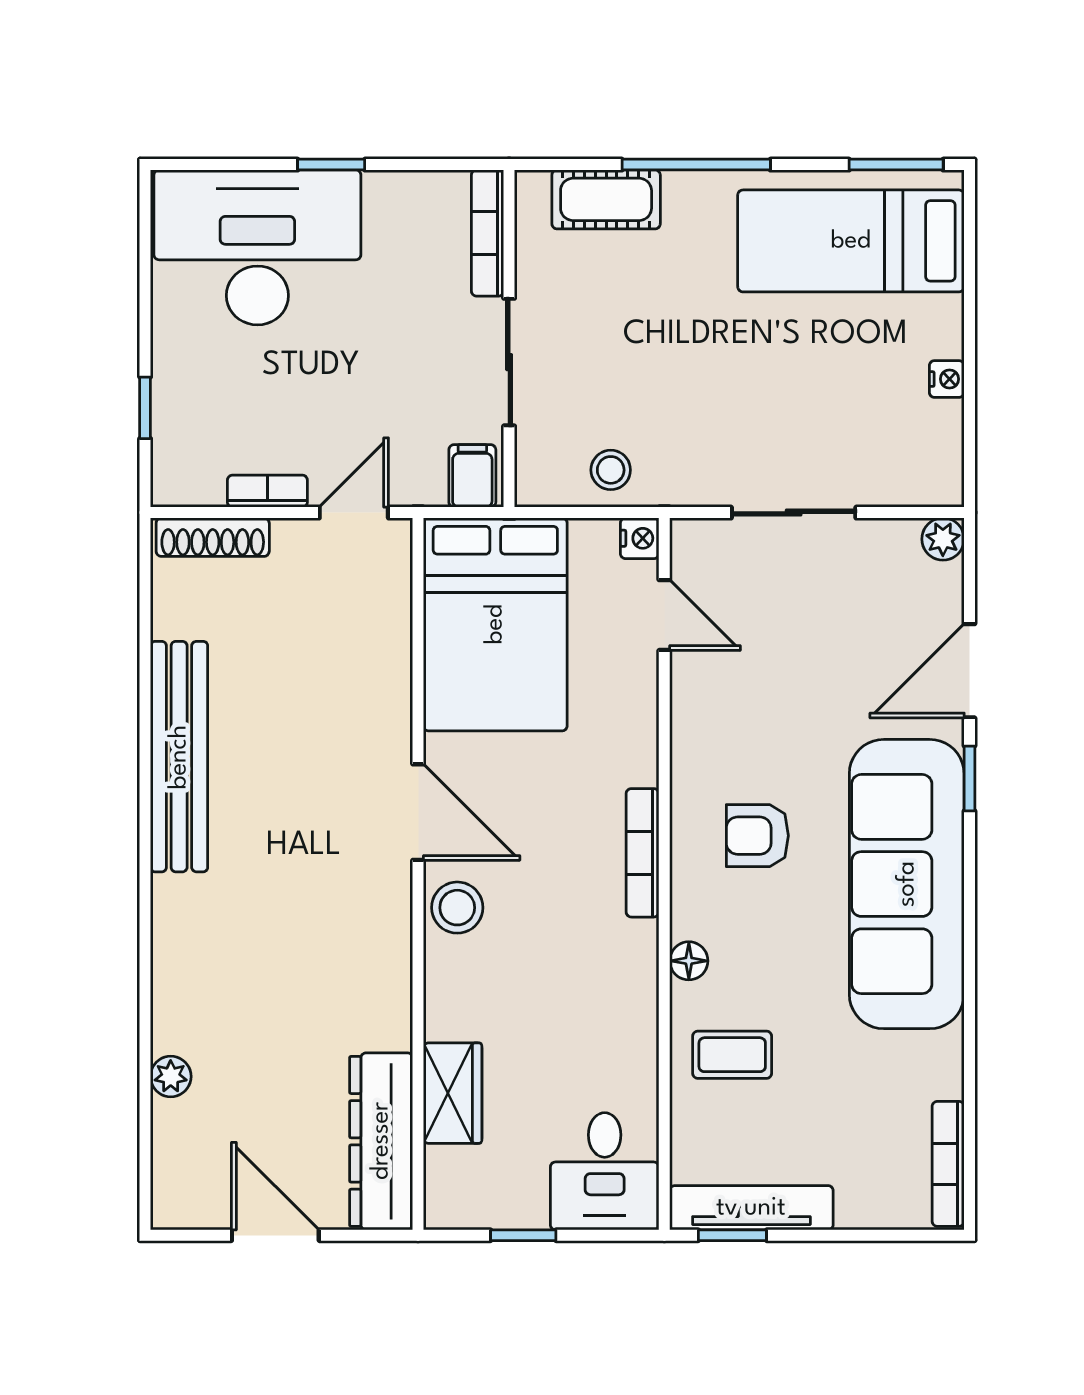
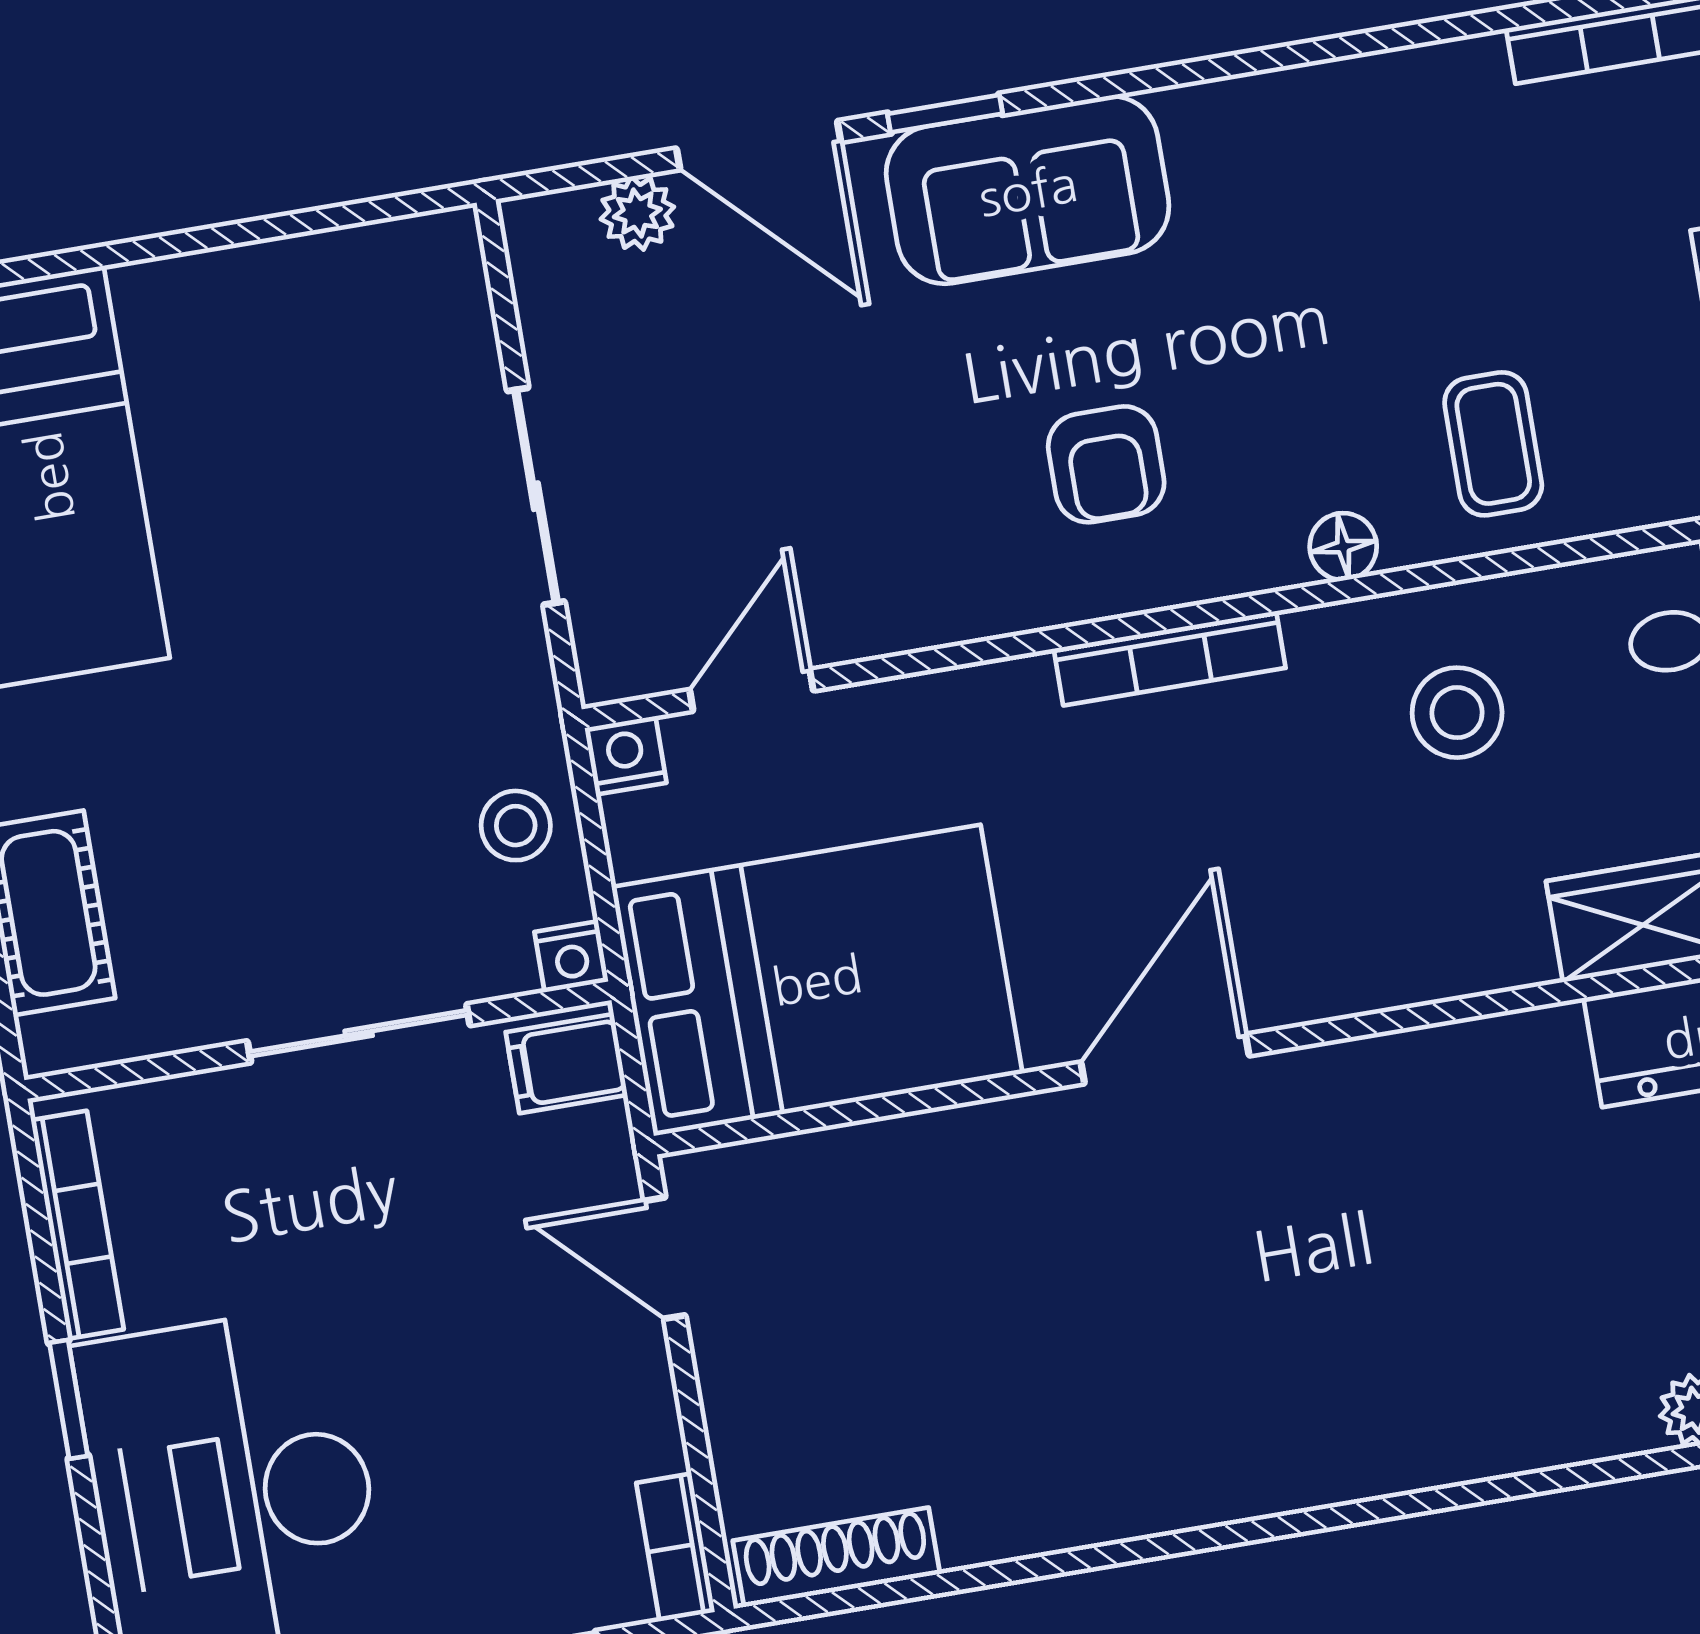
bookcase: (488, 233) -> (77, 1225), moved, turned -90
nightstand: (947, 379) -> (571, 957), moved, turned 180
bookcase: (267, 491) -> (676, 1547), moved
shoe rack: (213, 537) -> (836, 1557), moved, turned -90
plant: (943, 539) -> (637, 213), moved
bench: (179, 757) -> (1139, 1489), removed
sofa: (907, 884) -> (1028, 190), width x0.54, depth x0.79
stool: (457, 908) -> (1457, 713), moved

